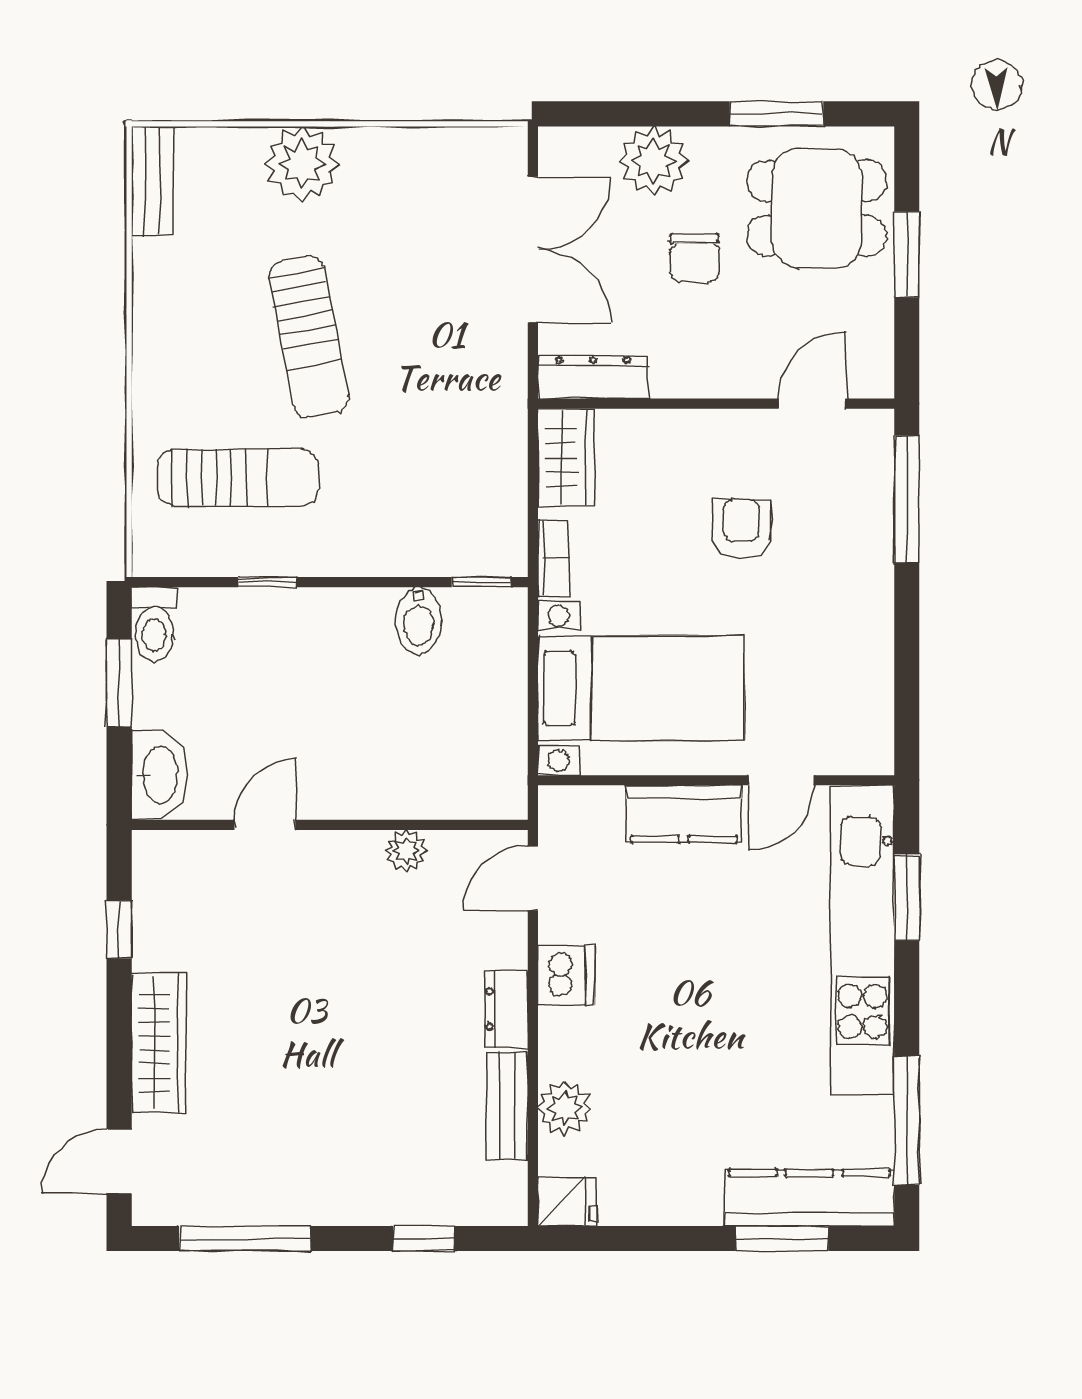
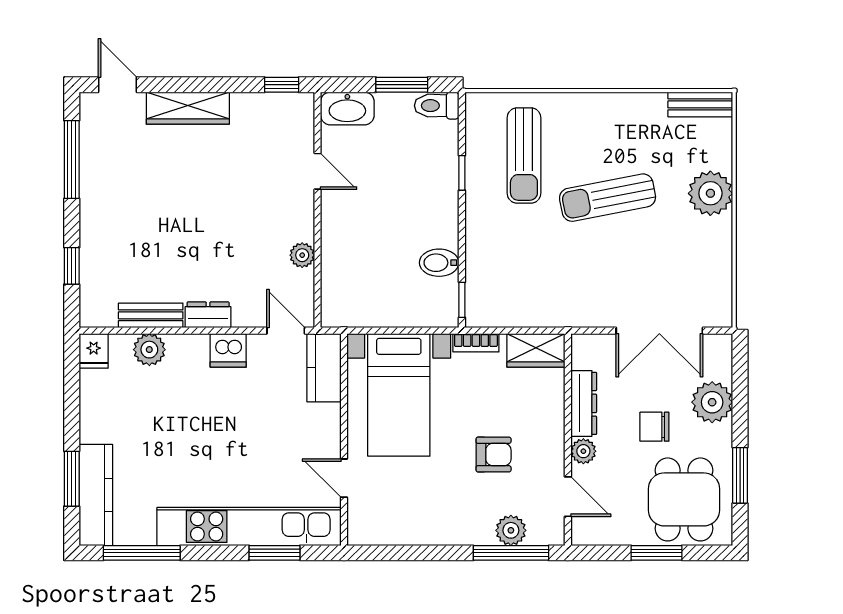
dresser: (593, 377) -> (584, 403), moved
plant: (736, 378) -> (583, 451), added
plant: (869, 500) -> (511, 530), added
kitchen counter: (684, 814) -> (324, 368), moved
window: (119, 930) -> (282, 85), moved

